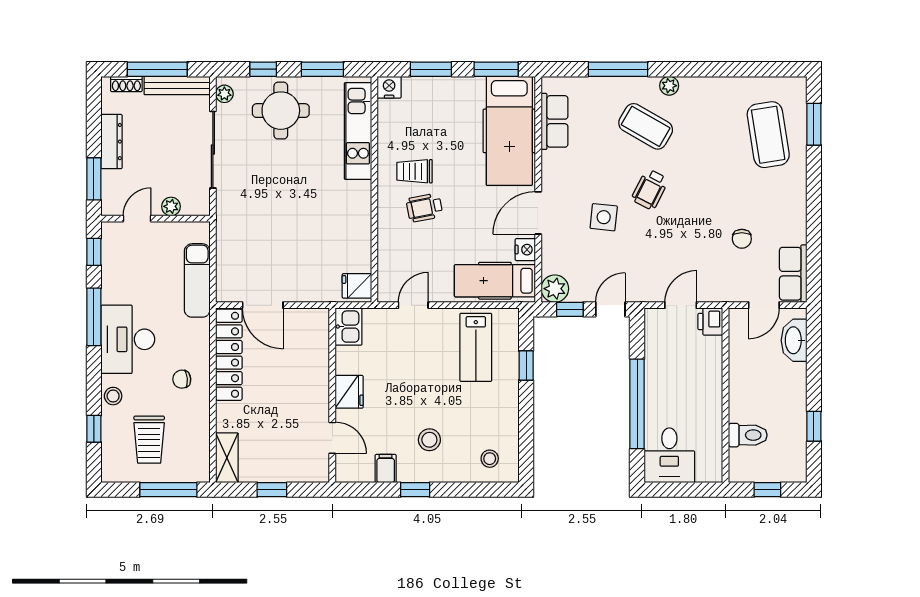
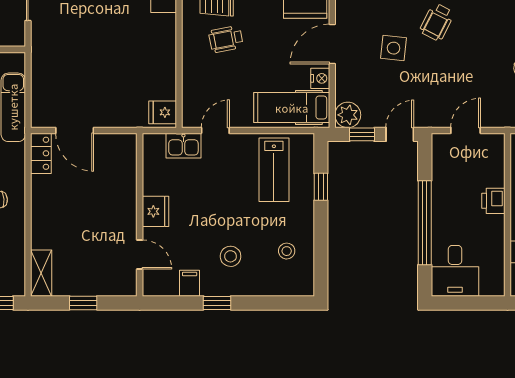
printer: (710, 322) -> (493, 201), moved
kitchen sink: (349, 327) -> (183, 146), moved, turned 90
locker: (229, 355) -> (41, 153), width x0.46, depth x0.83
stool: (490, 459) -> (287, 251), moved

